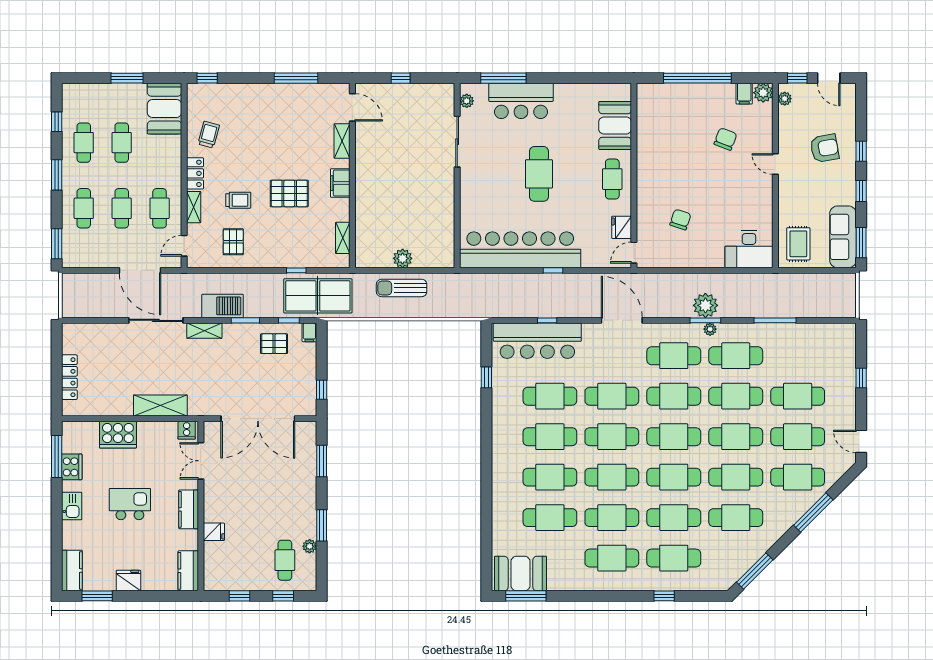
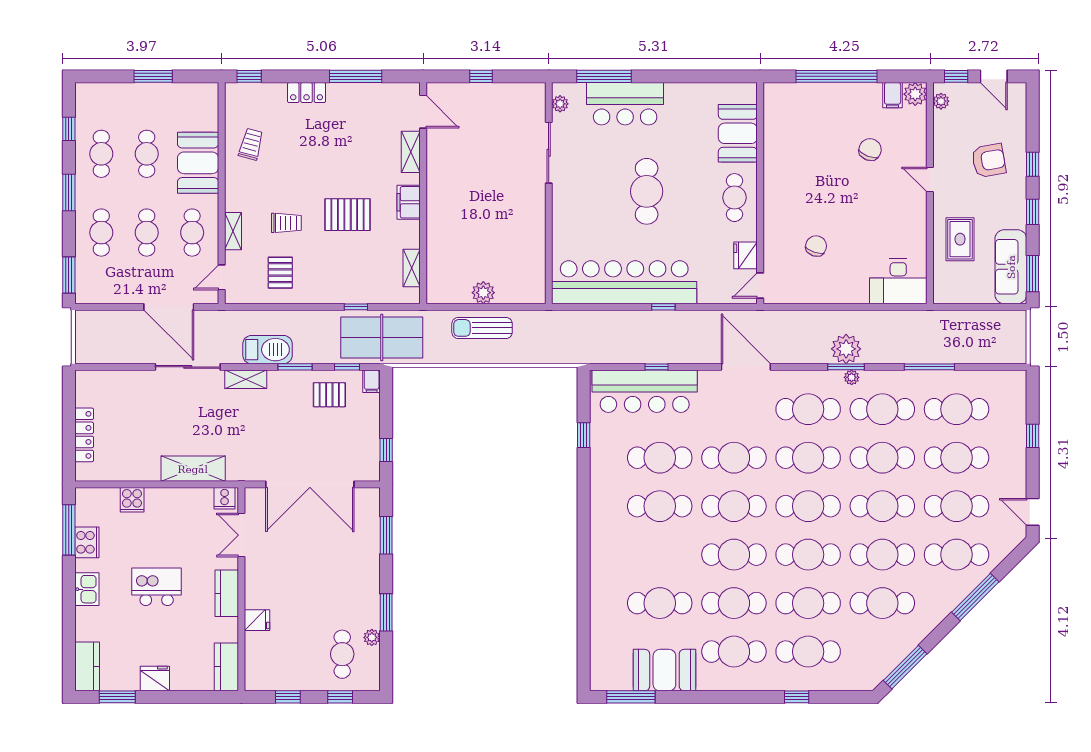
booth: (164, 109) -> (198, 163), moved
locker: (195, 173) -> (307, 93), moved, turned 90
rug: (798, 244) -> (960, 239), moved
cooker: (118, 435) -> (132, 500), width x0.53, depth x0.76
cafe table: (550, 477) -> (957, 409), moved
booth: (520, 574) -> (664, 670), moved

